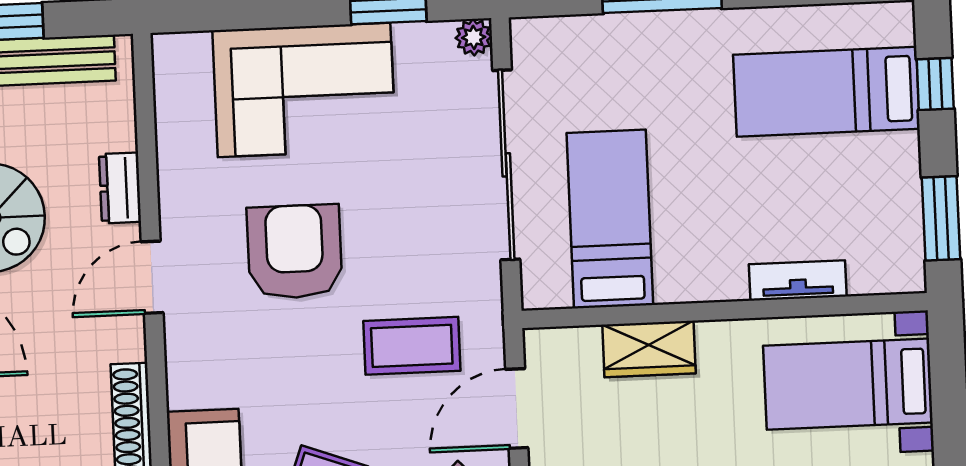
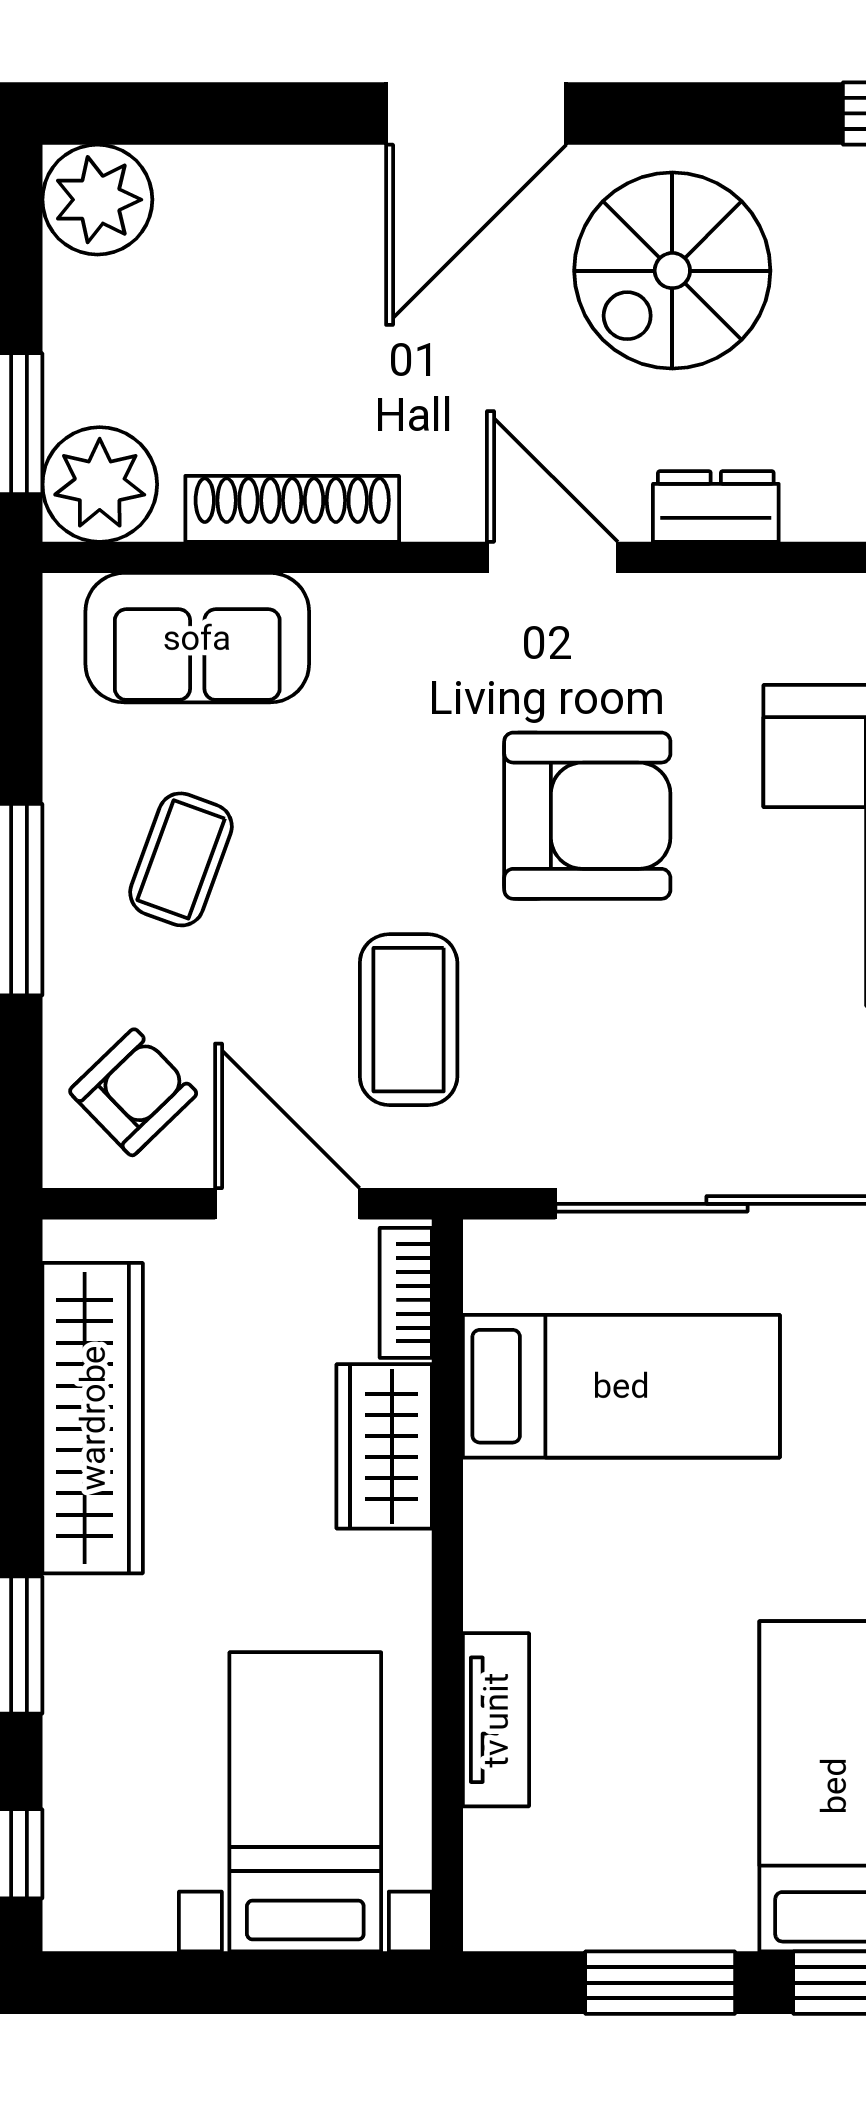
window: (941, 218) -> (660, 1983), moved
bookcase: (563, 341) -> (406, 1293), added

